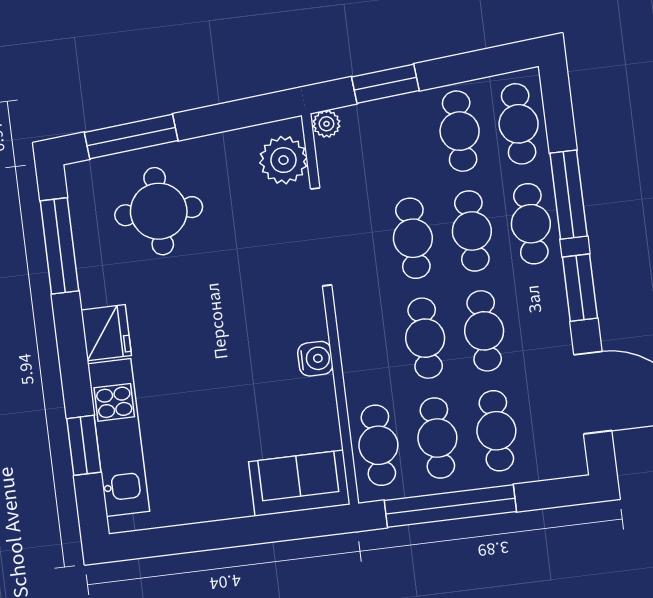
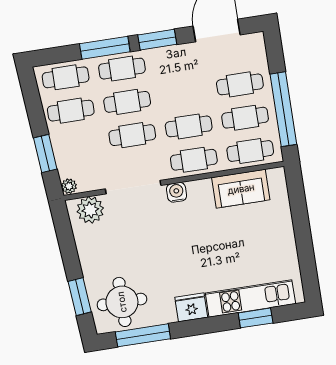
window: (131, 136) -> (80, 297), width x0.69
round table: (159, 211) -> (122, 302), moved
cafe table: (484, 331) -> (194, 160), moved
water cooler: (315, 359) -> (177, 192), moved
sofa: (299, 483) -> (241, 189), moved, turned -90

